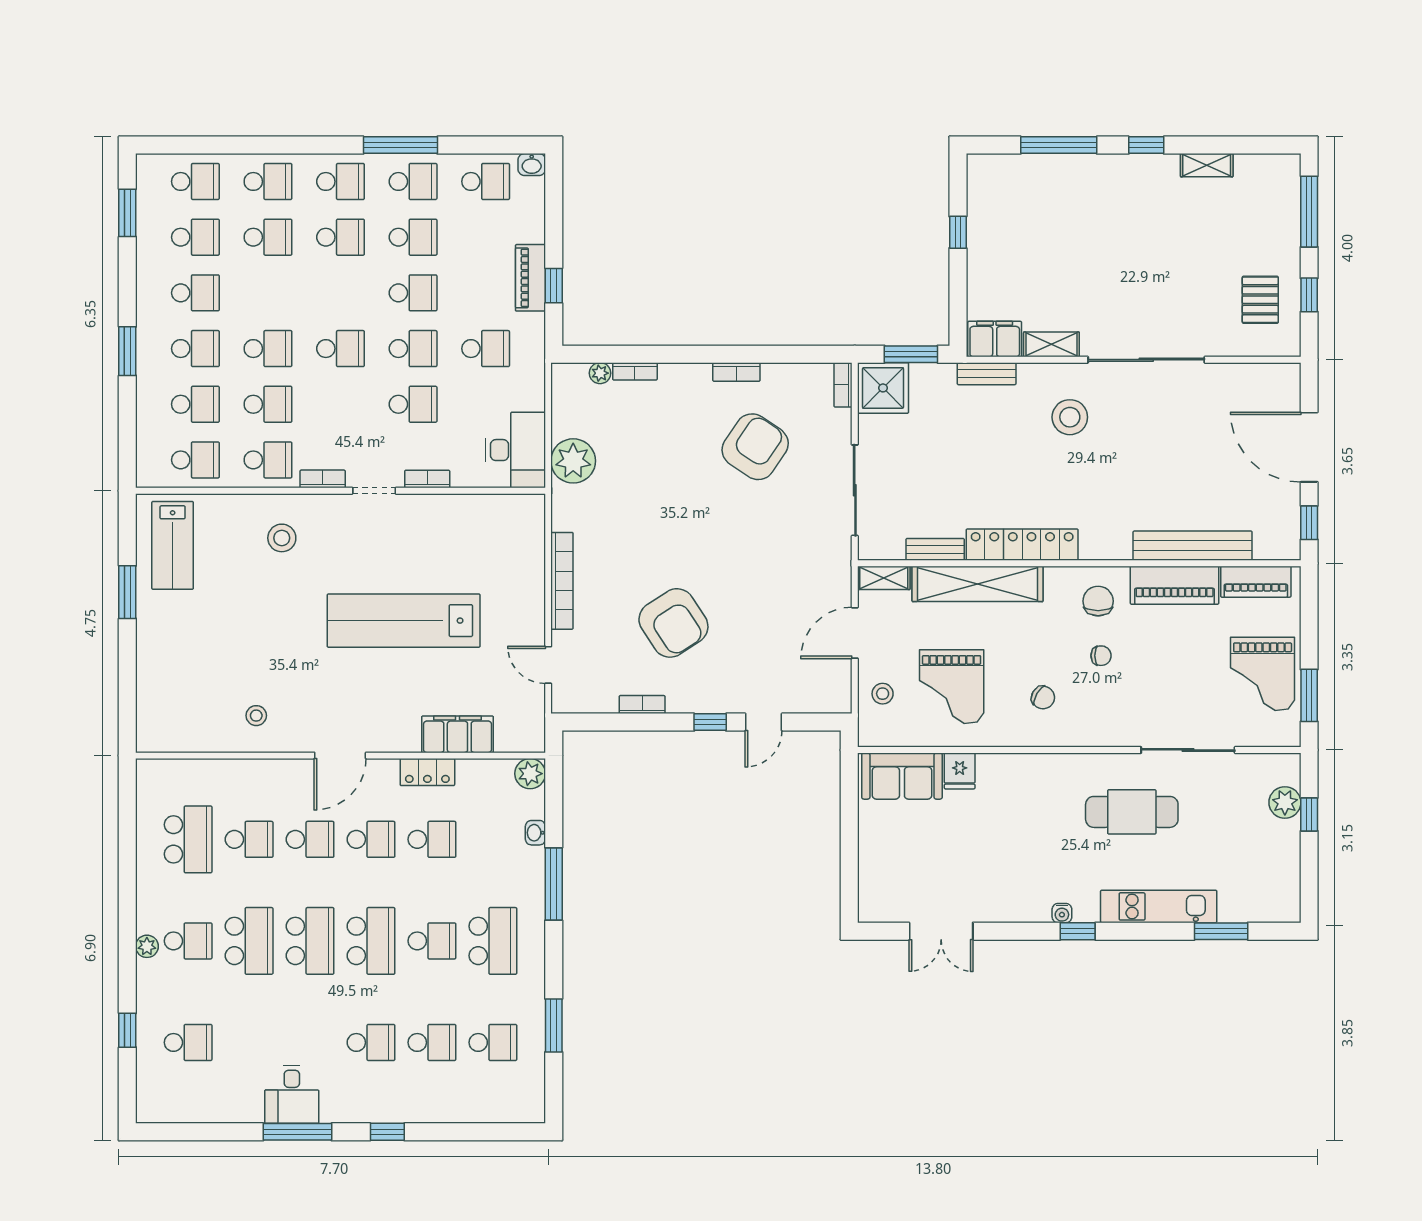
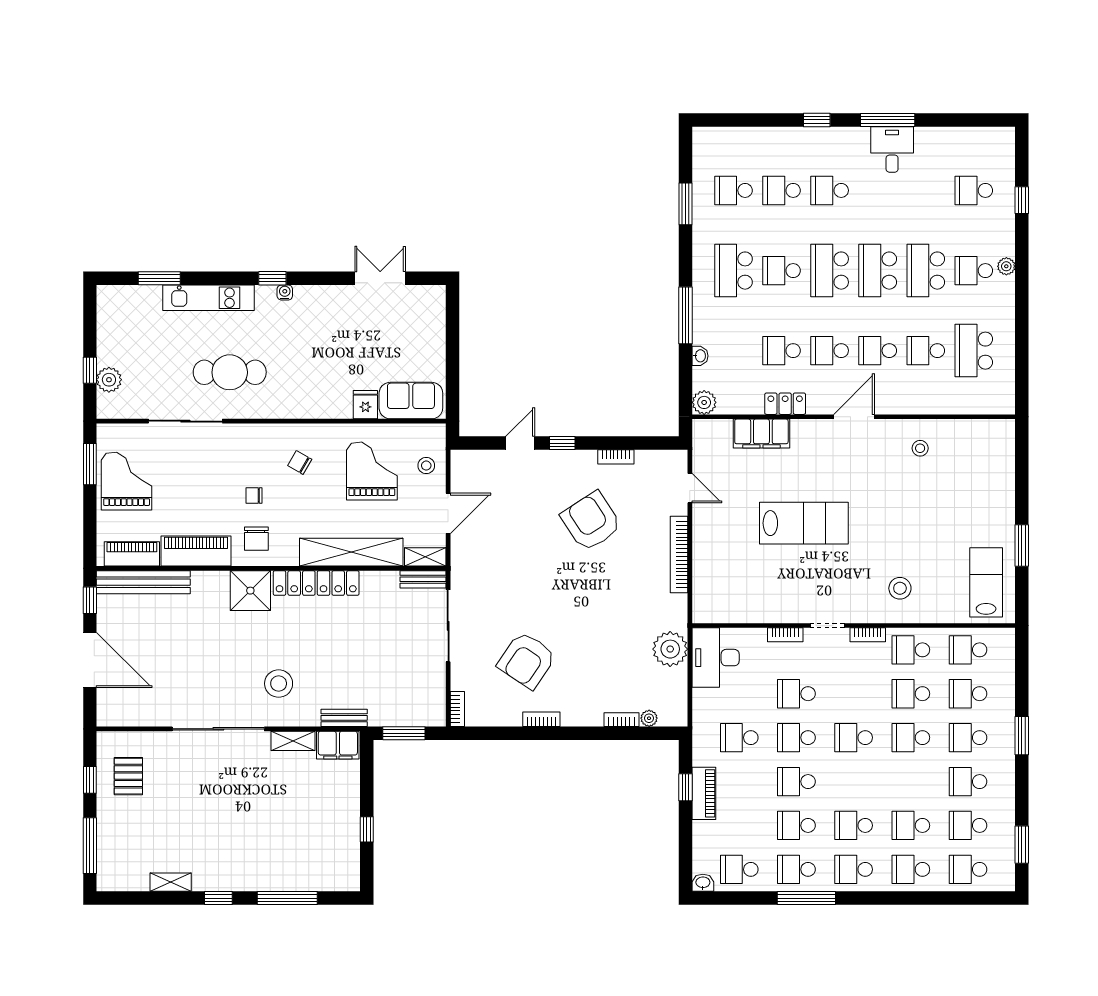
shower: (883, 388) -> (250, 591), moved
bench: (1193, 546) -> (143, 582), moved
bench: (935, 549) -> (423, 579), moved
lab bench: (404, 621) -> (804, 523), width x0.73

